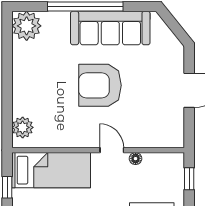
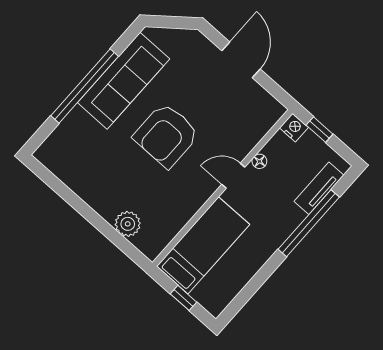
plant: (27, 26) -> (56, 153), removed
plant: (23, 127) -> (128, 224), moved
nightstand: (176, 161) -> (294, 128), added

